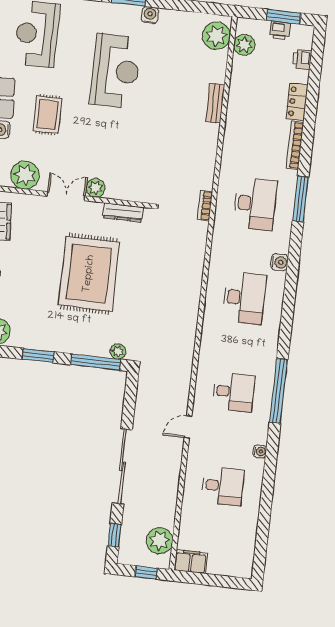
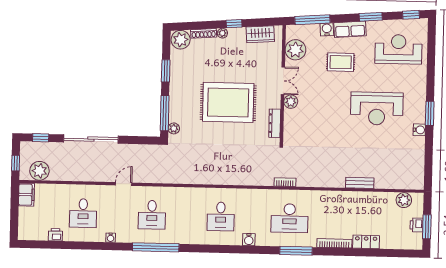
plant: (216, 36) -> (409, 179), removed
printer: (302, 59) -> (55, 235), moved
desk: (244, 298) -> (221, 216), width x0.73
door: (188, 427) -> (124, 184), hinge flipped

